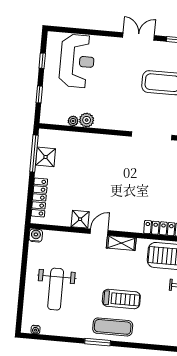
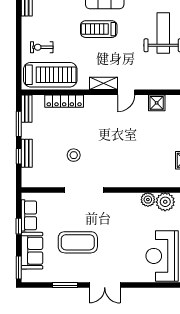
plant: (73, 121) -> (165, 202), width x1.88, depth x1.88
stool: (158, 172) -> (74, 155), added
shower: (80, 219) -> (157, 103), moved

